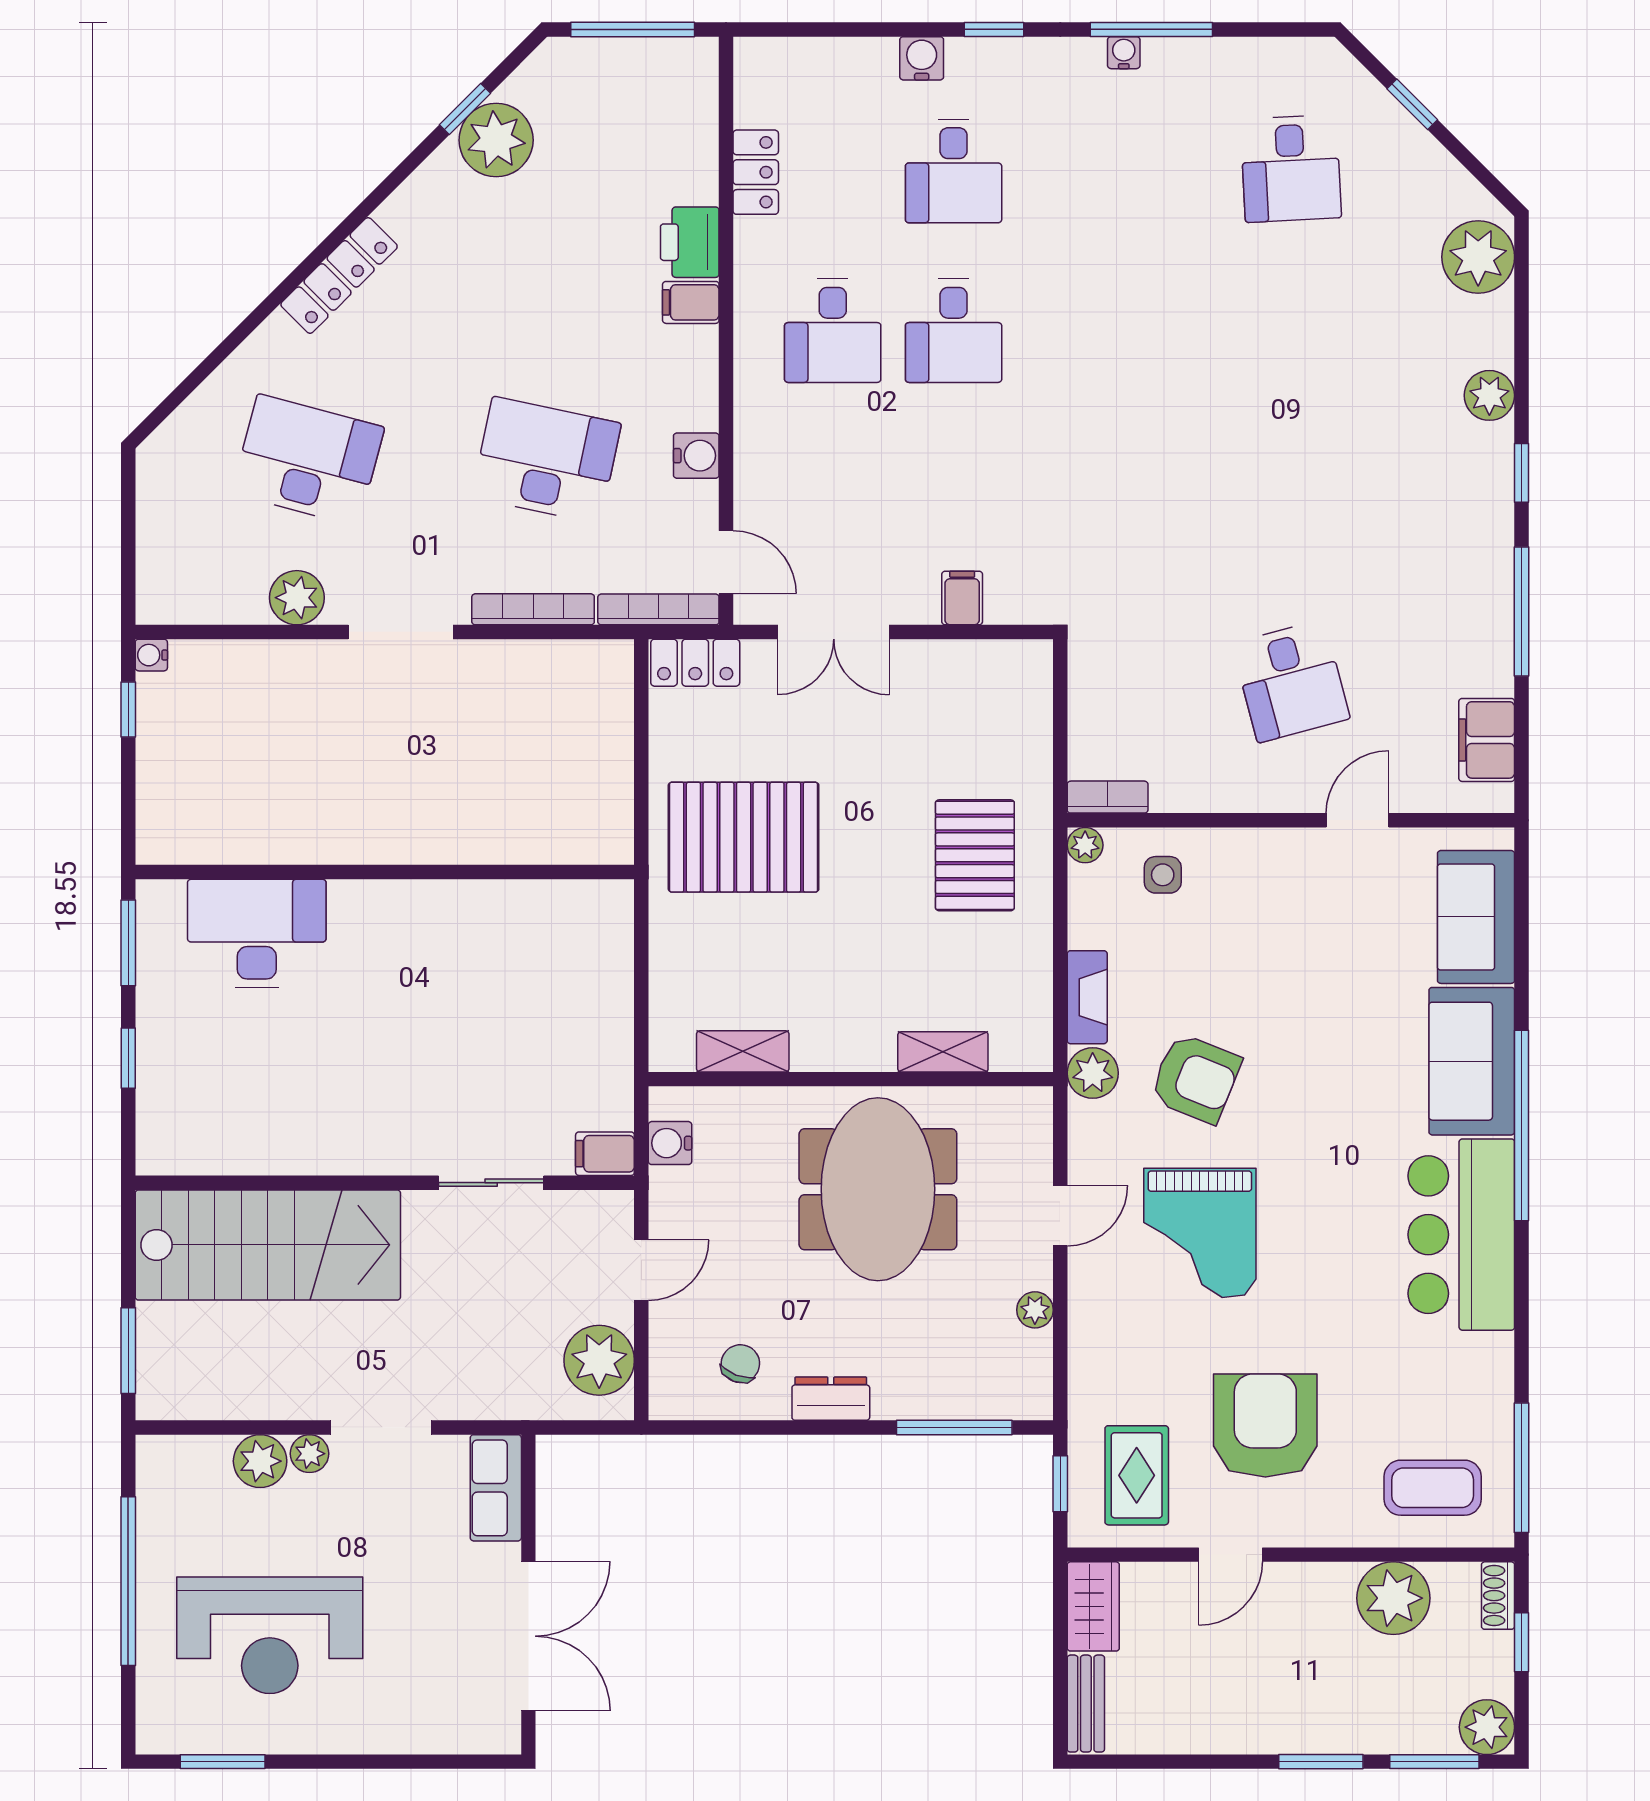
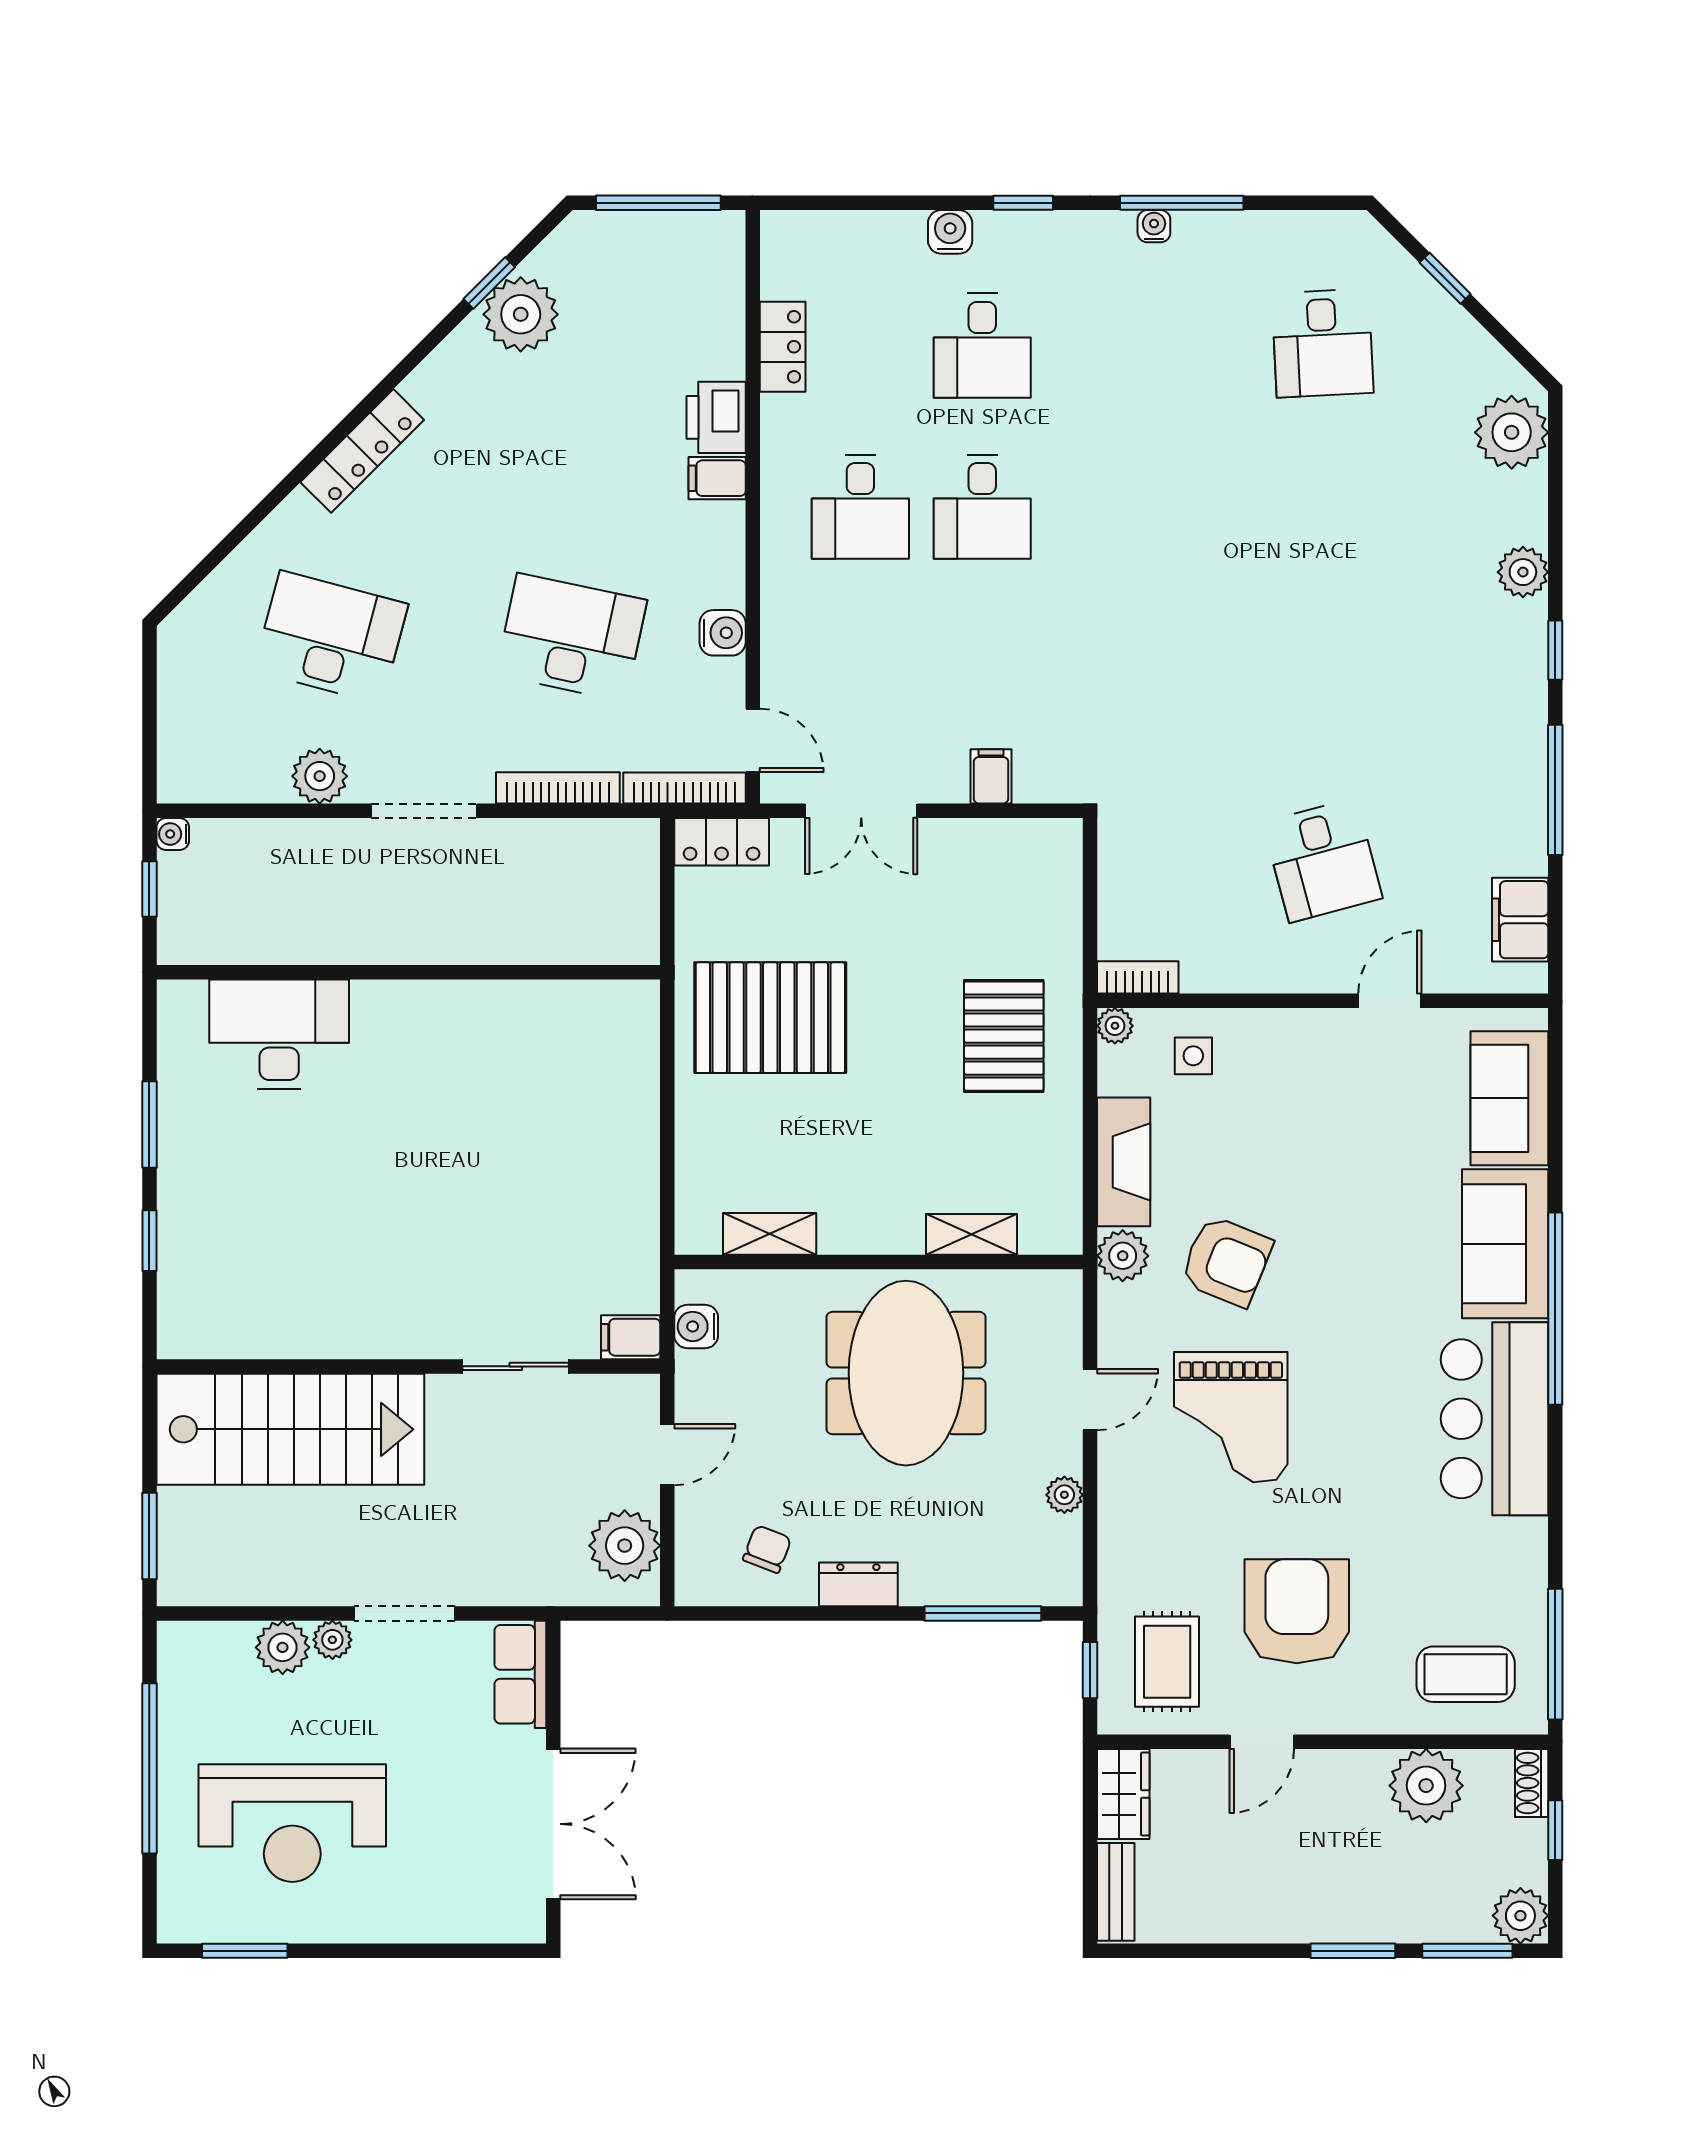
wall: (385, 872) -> (408, 972), moved
desk: (257, 933) -> (279, 1034), moved
fireplace: (1087, 997) -> (1124, 1162), width x1.37, depth x1.32

